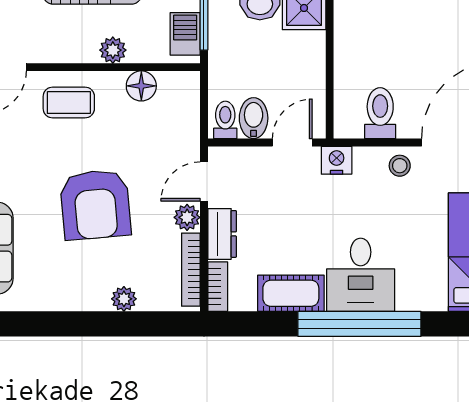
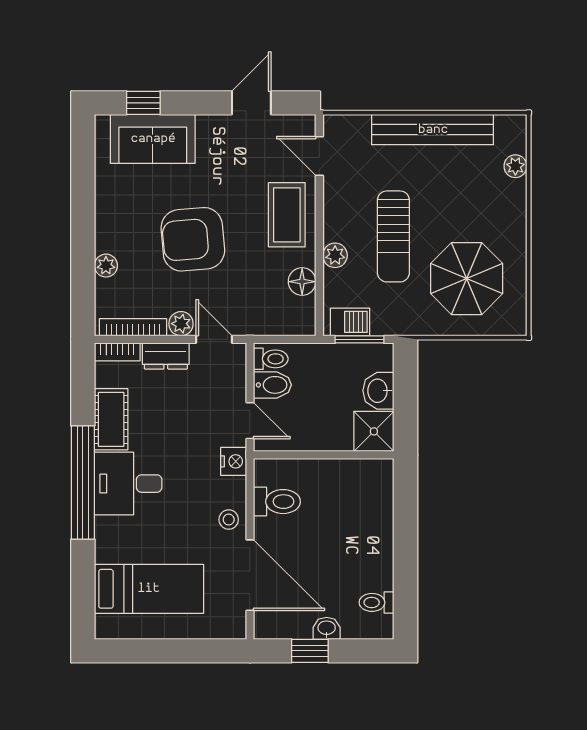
coffee table: (69, 102) -> (287, 215), width x1.36, depth x1.30

